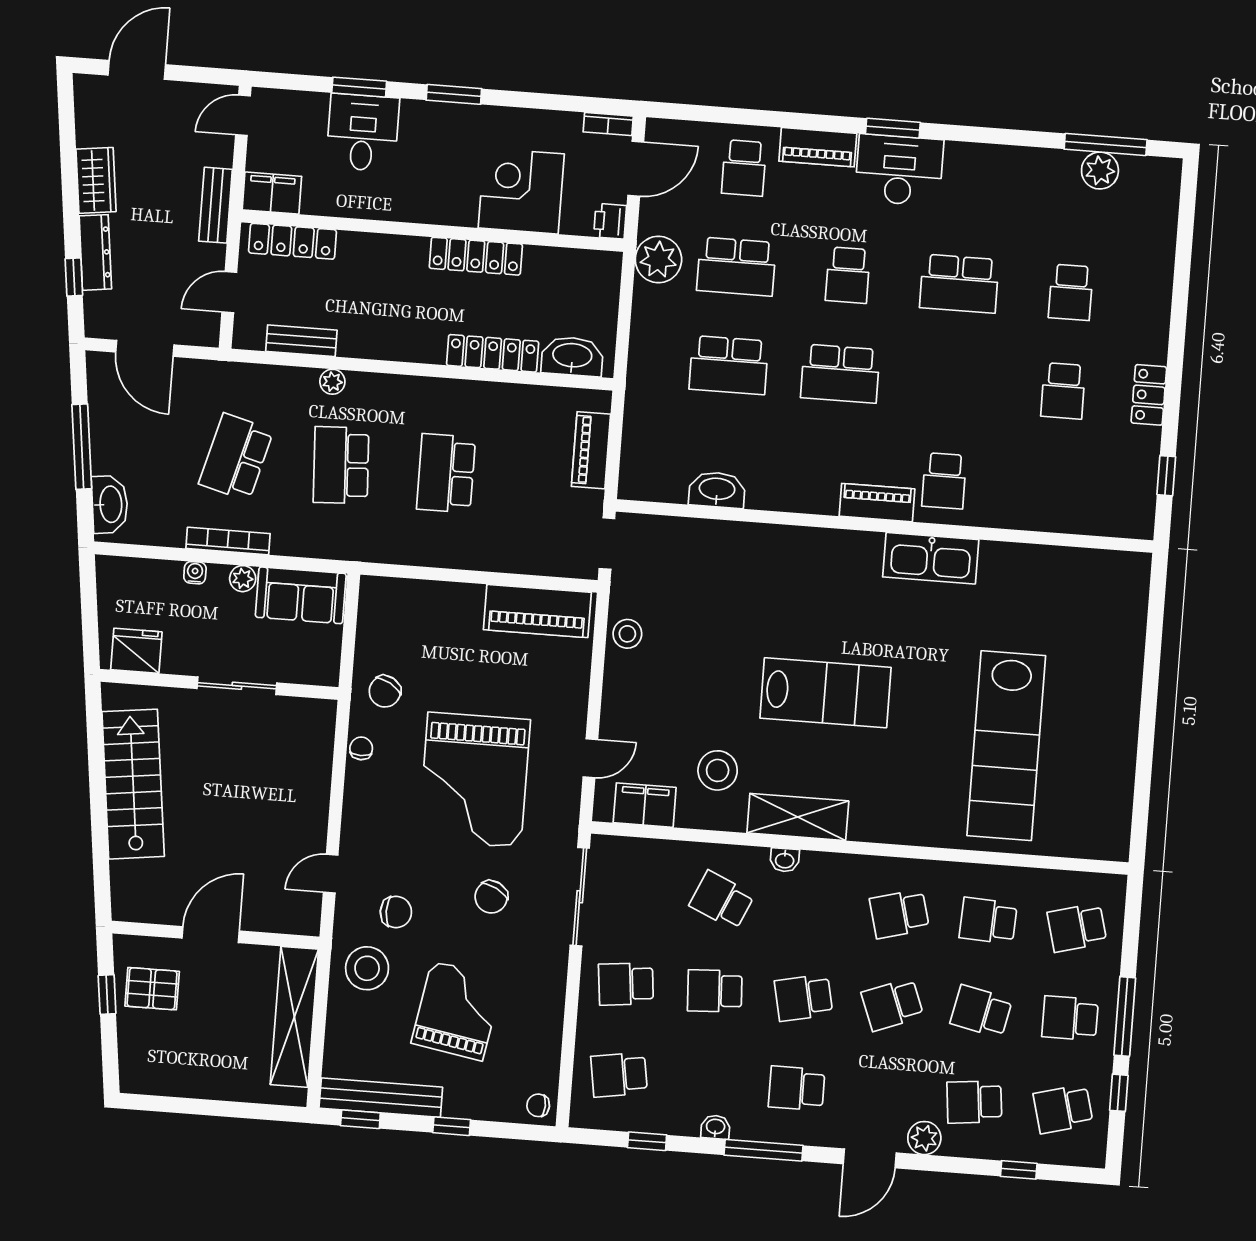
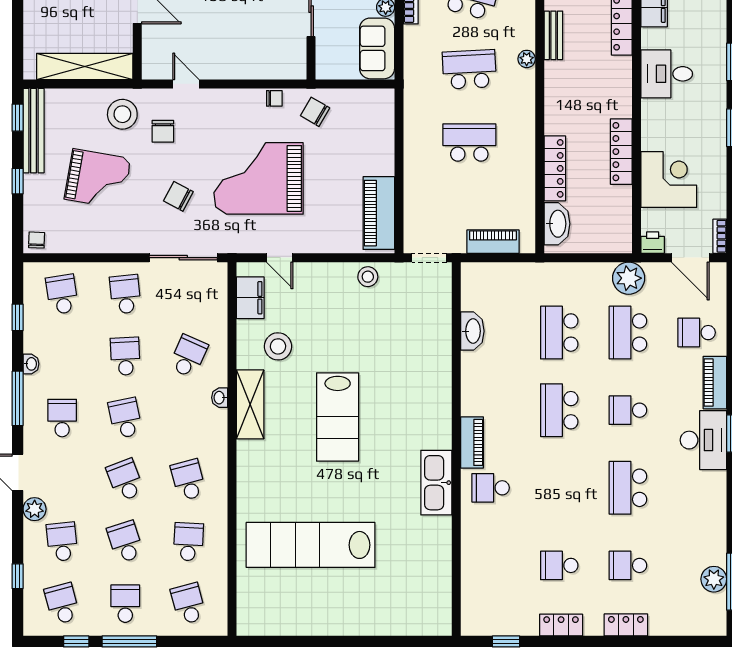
desk: (363, 133) -> (667, 74), moved, turned 180
locker: (1156, 302) -> (626, 625), added
school desk: (981, 1011) -> (125, 542), turned -30

